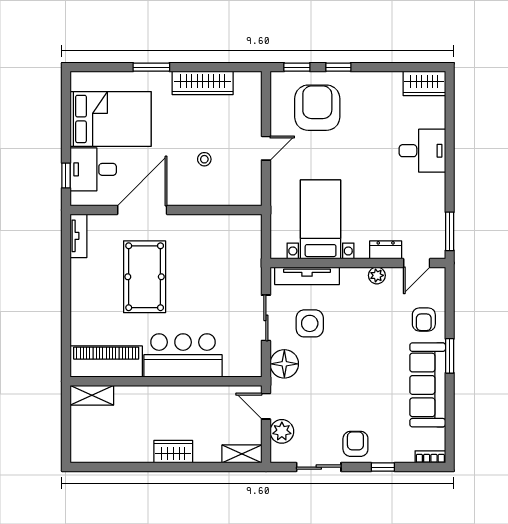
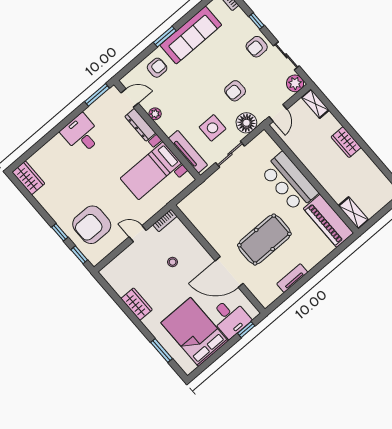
window: (151, 67) -> (161, 351), moved
wardrobe: (203, 83) -> (137, 304), width x0.67
desk: (422, 151) -> (81, 134), moved
bookcase: (255, 189) -> (165, 221), added
tv unit: (78, 236) -> (292, 278), moved
dresser: (386, 250) -> (140, 125), width x1.44
armchair: (328, 381) -> (235, 91), added
plant: (282, 431) -> (295, 83), moved

